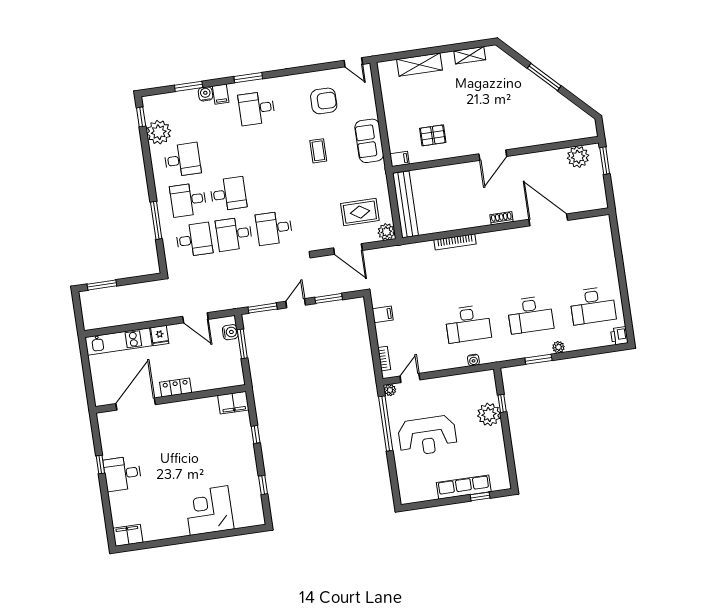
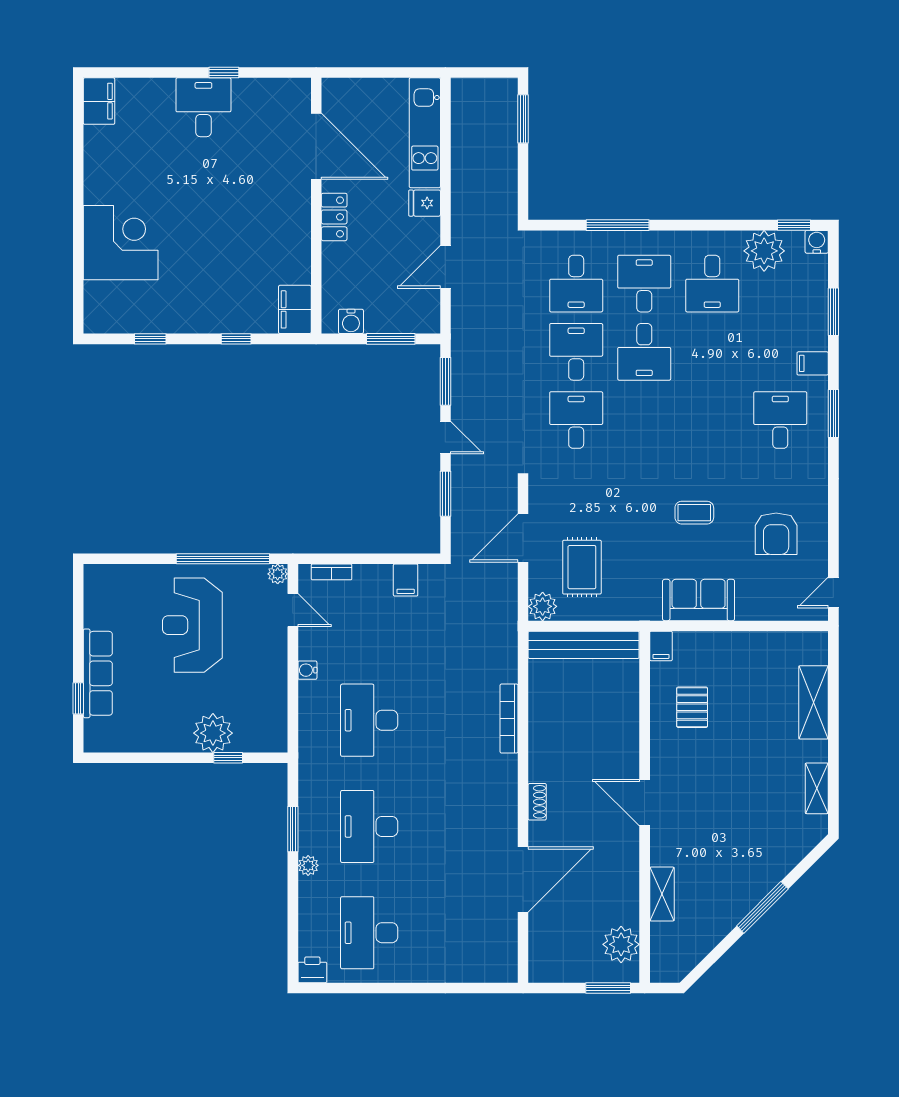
water cooler: (205, 94) -> (817, 242), moved, turned -90
shelving: (545, 137) -> (662, 894), added
water cooler: (230, 332) -> (351, 321), moved
water cooler: (473, 360) -> (307, 670), moved

